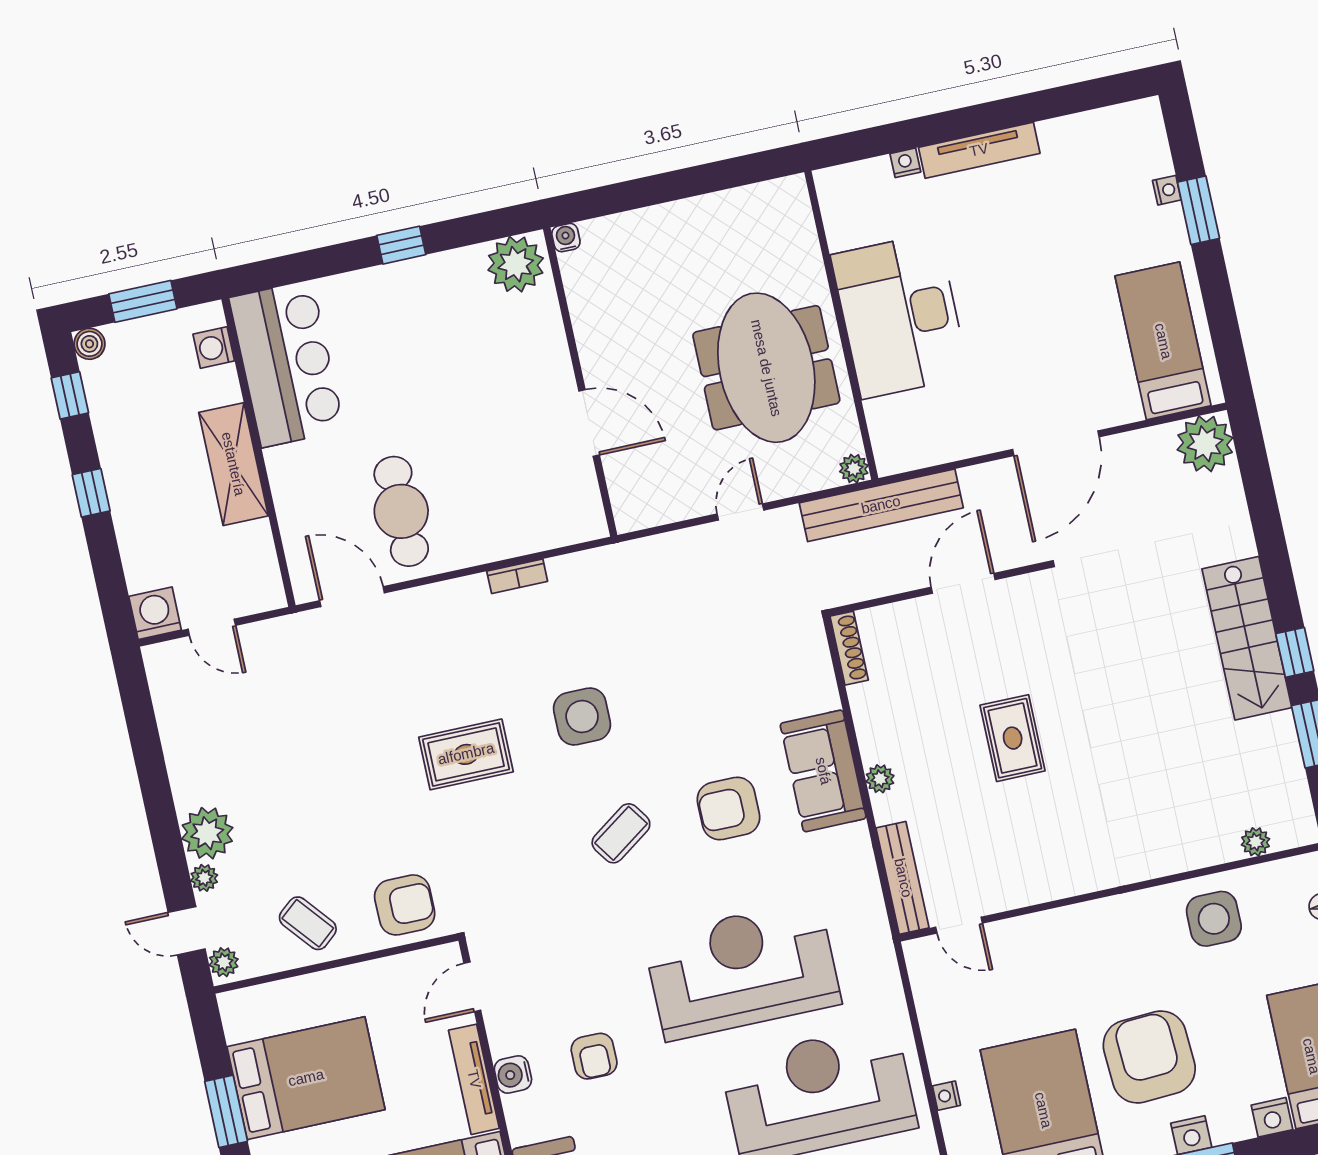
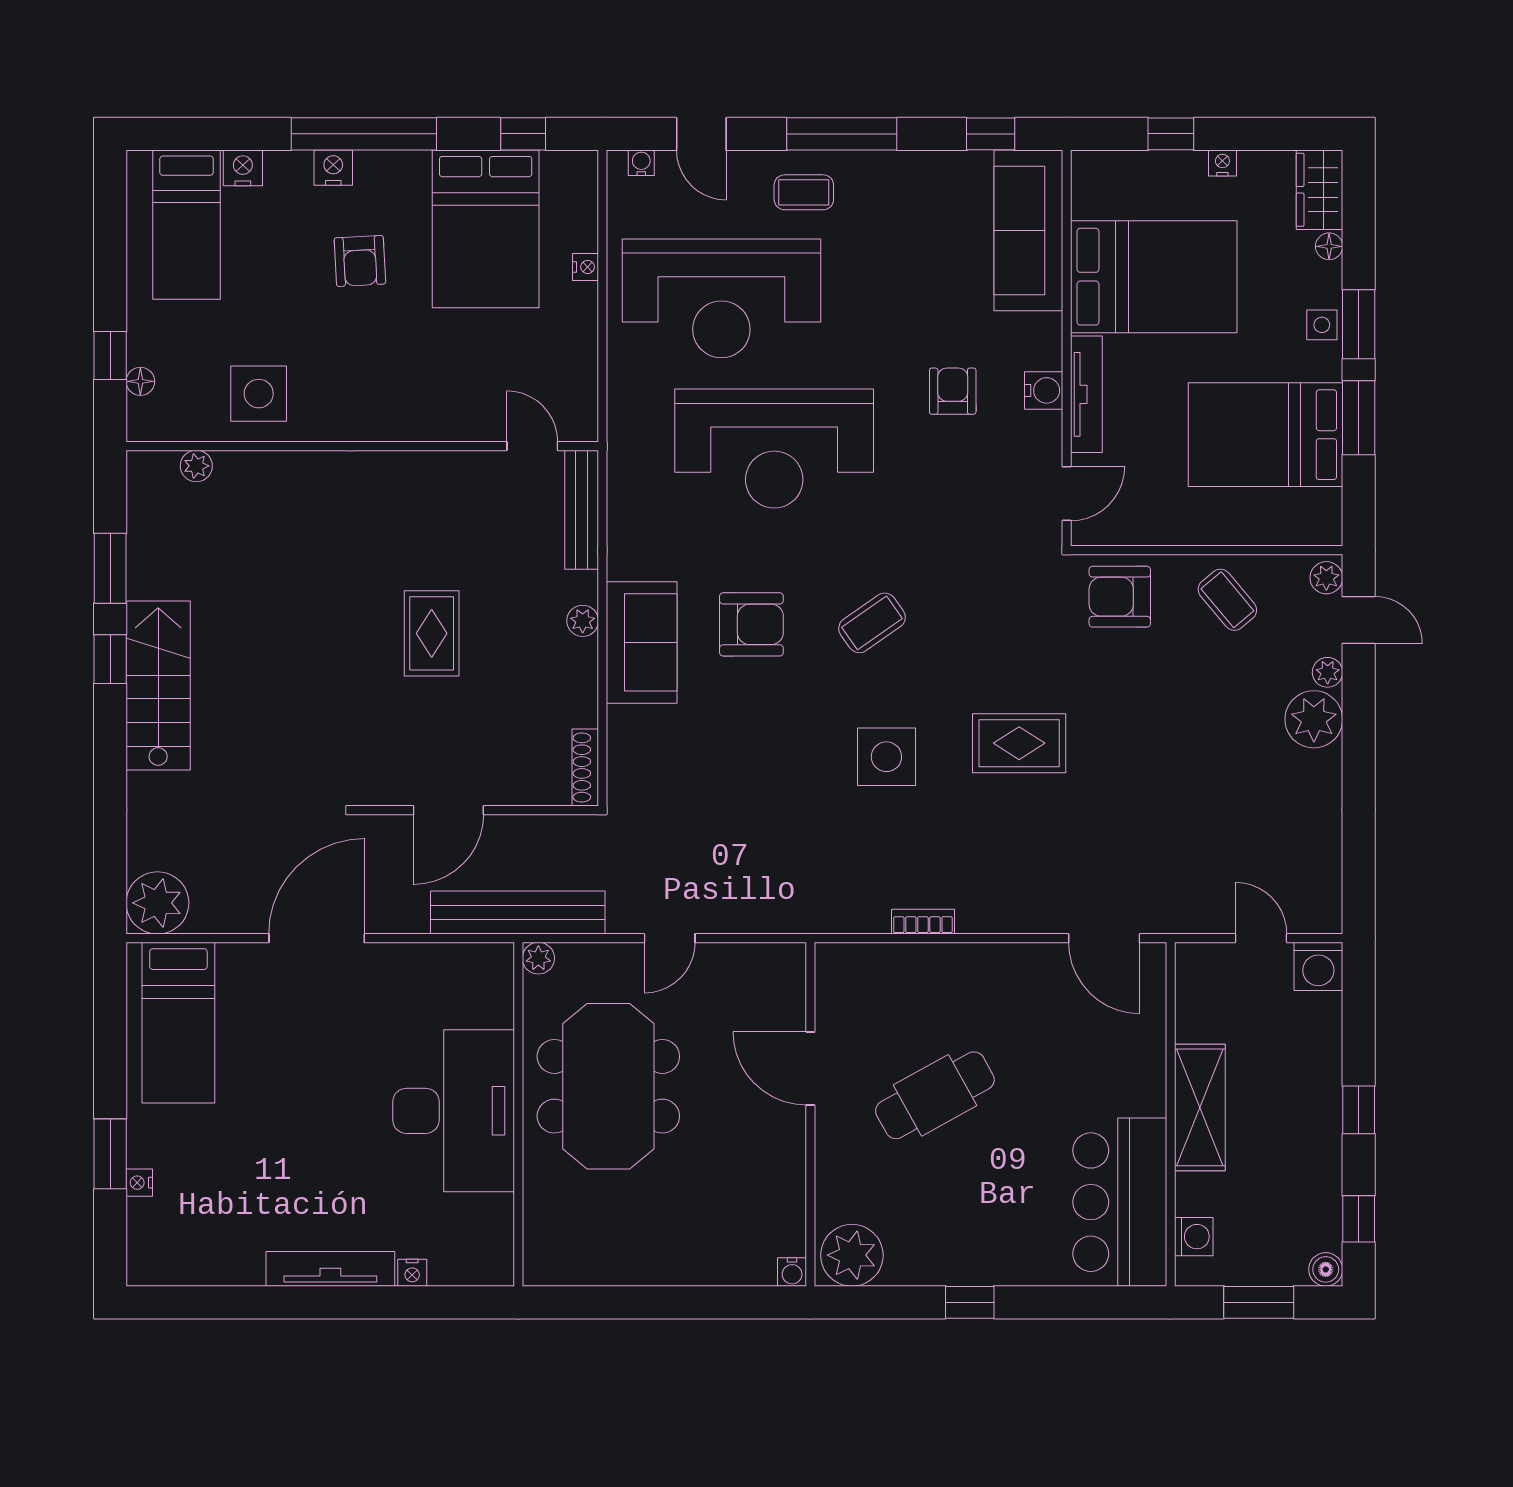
cafe table: (401, 511) -> (935, 1095), moved, turned 61
armchair: (1149, 1057) -> (360, 261), width x0.53, depth x0.53

